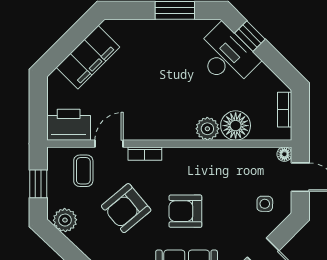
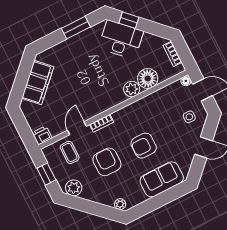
printer: (69, 125) -> (42, 135), width x0.53, depth x0.68
armchair: (126, 208) -> (107, 162), turned 130

